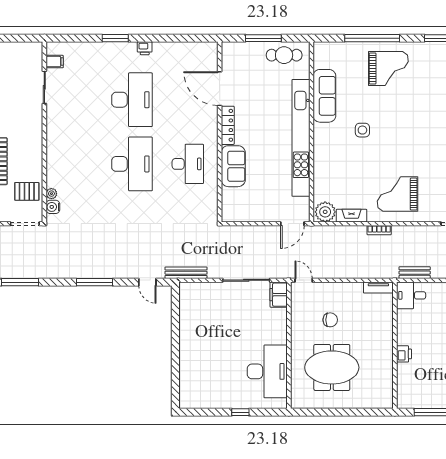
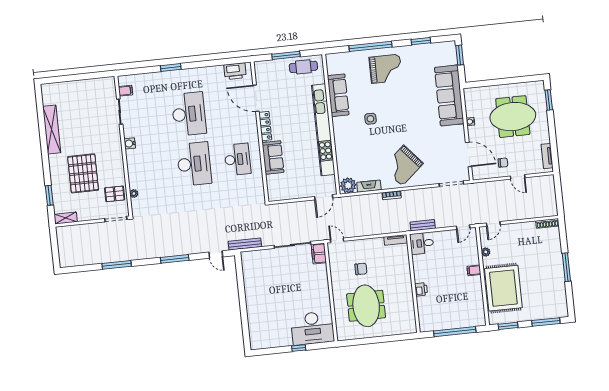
printer: (145, 48) -> (235, 71), moved, width x1.87, depth x1.48
grand piano: (398, 194) -> (403, 166), turned -41
water cooler: (53, 207) -> (130, 143), moved
meeting table: (332, 367) -> (366, 306), turned 90
desk: (267, 371) -> (312, 328), moved, turned 90

